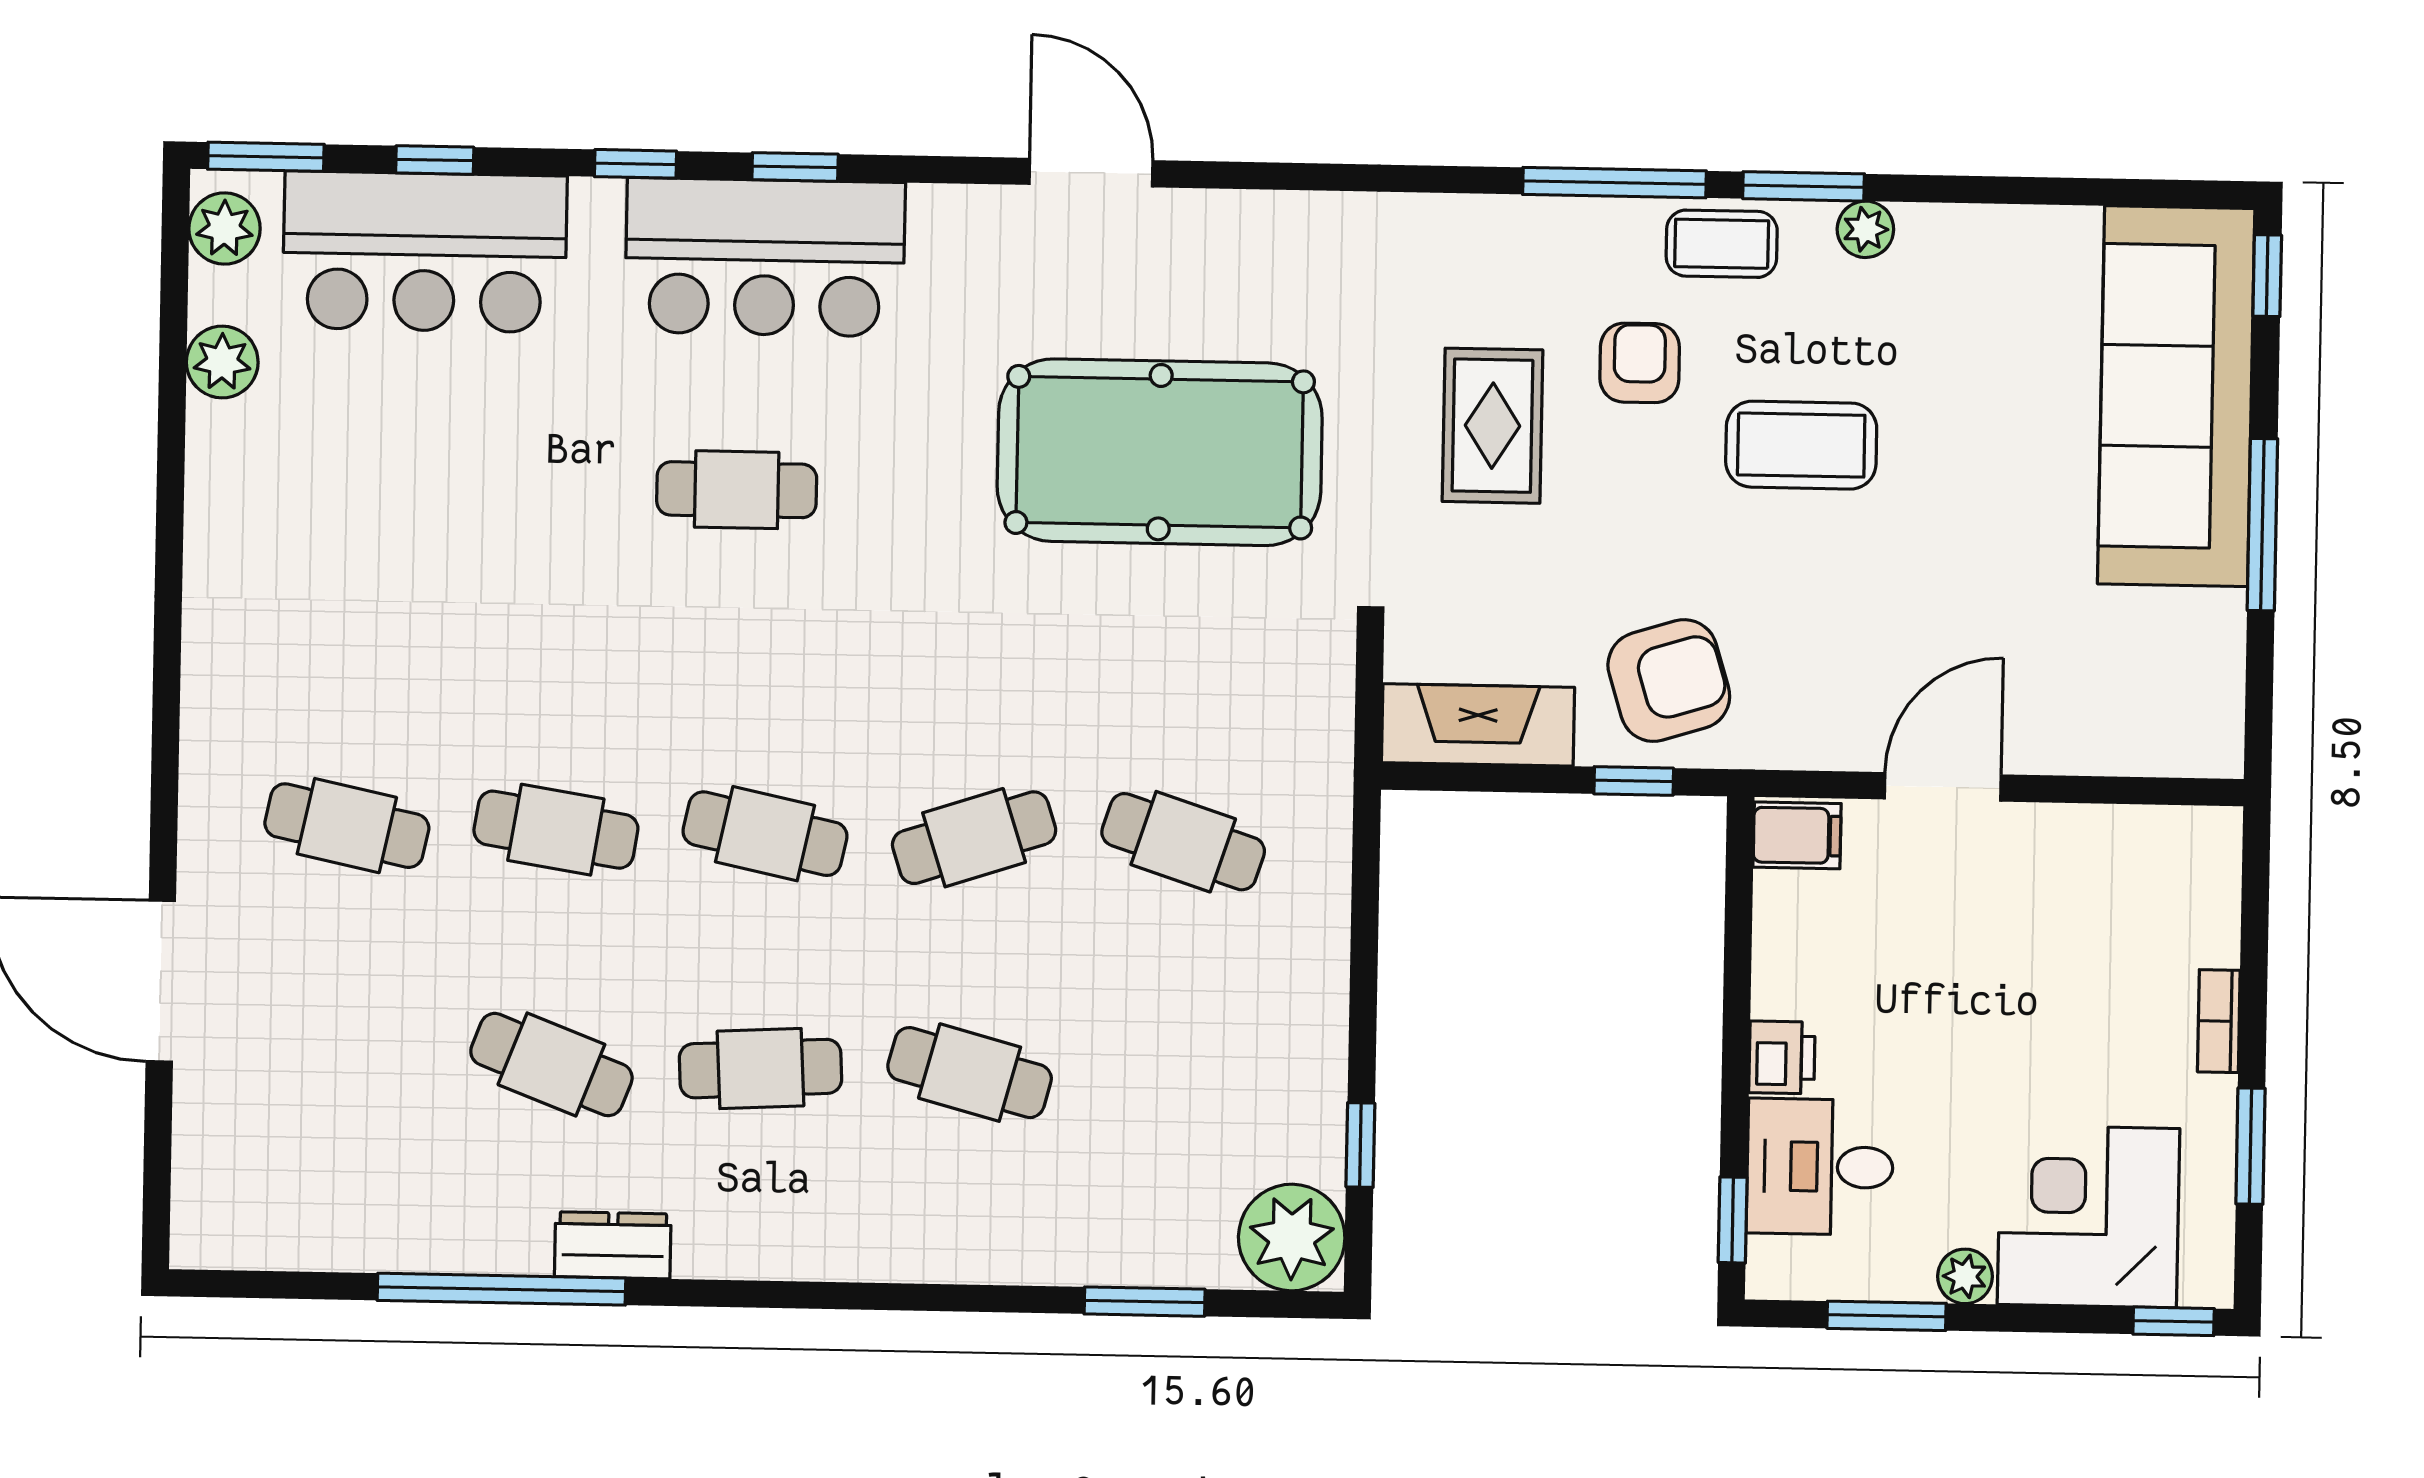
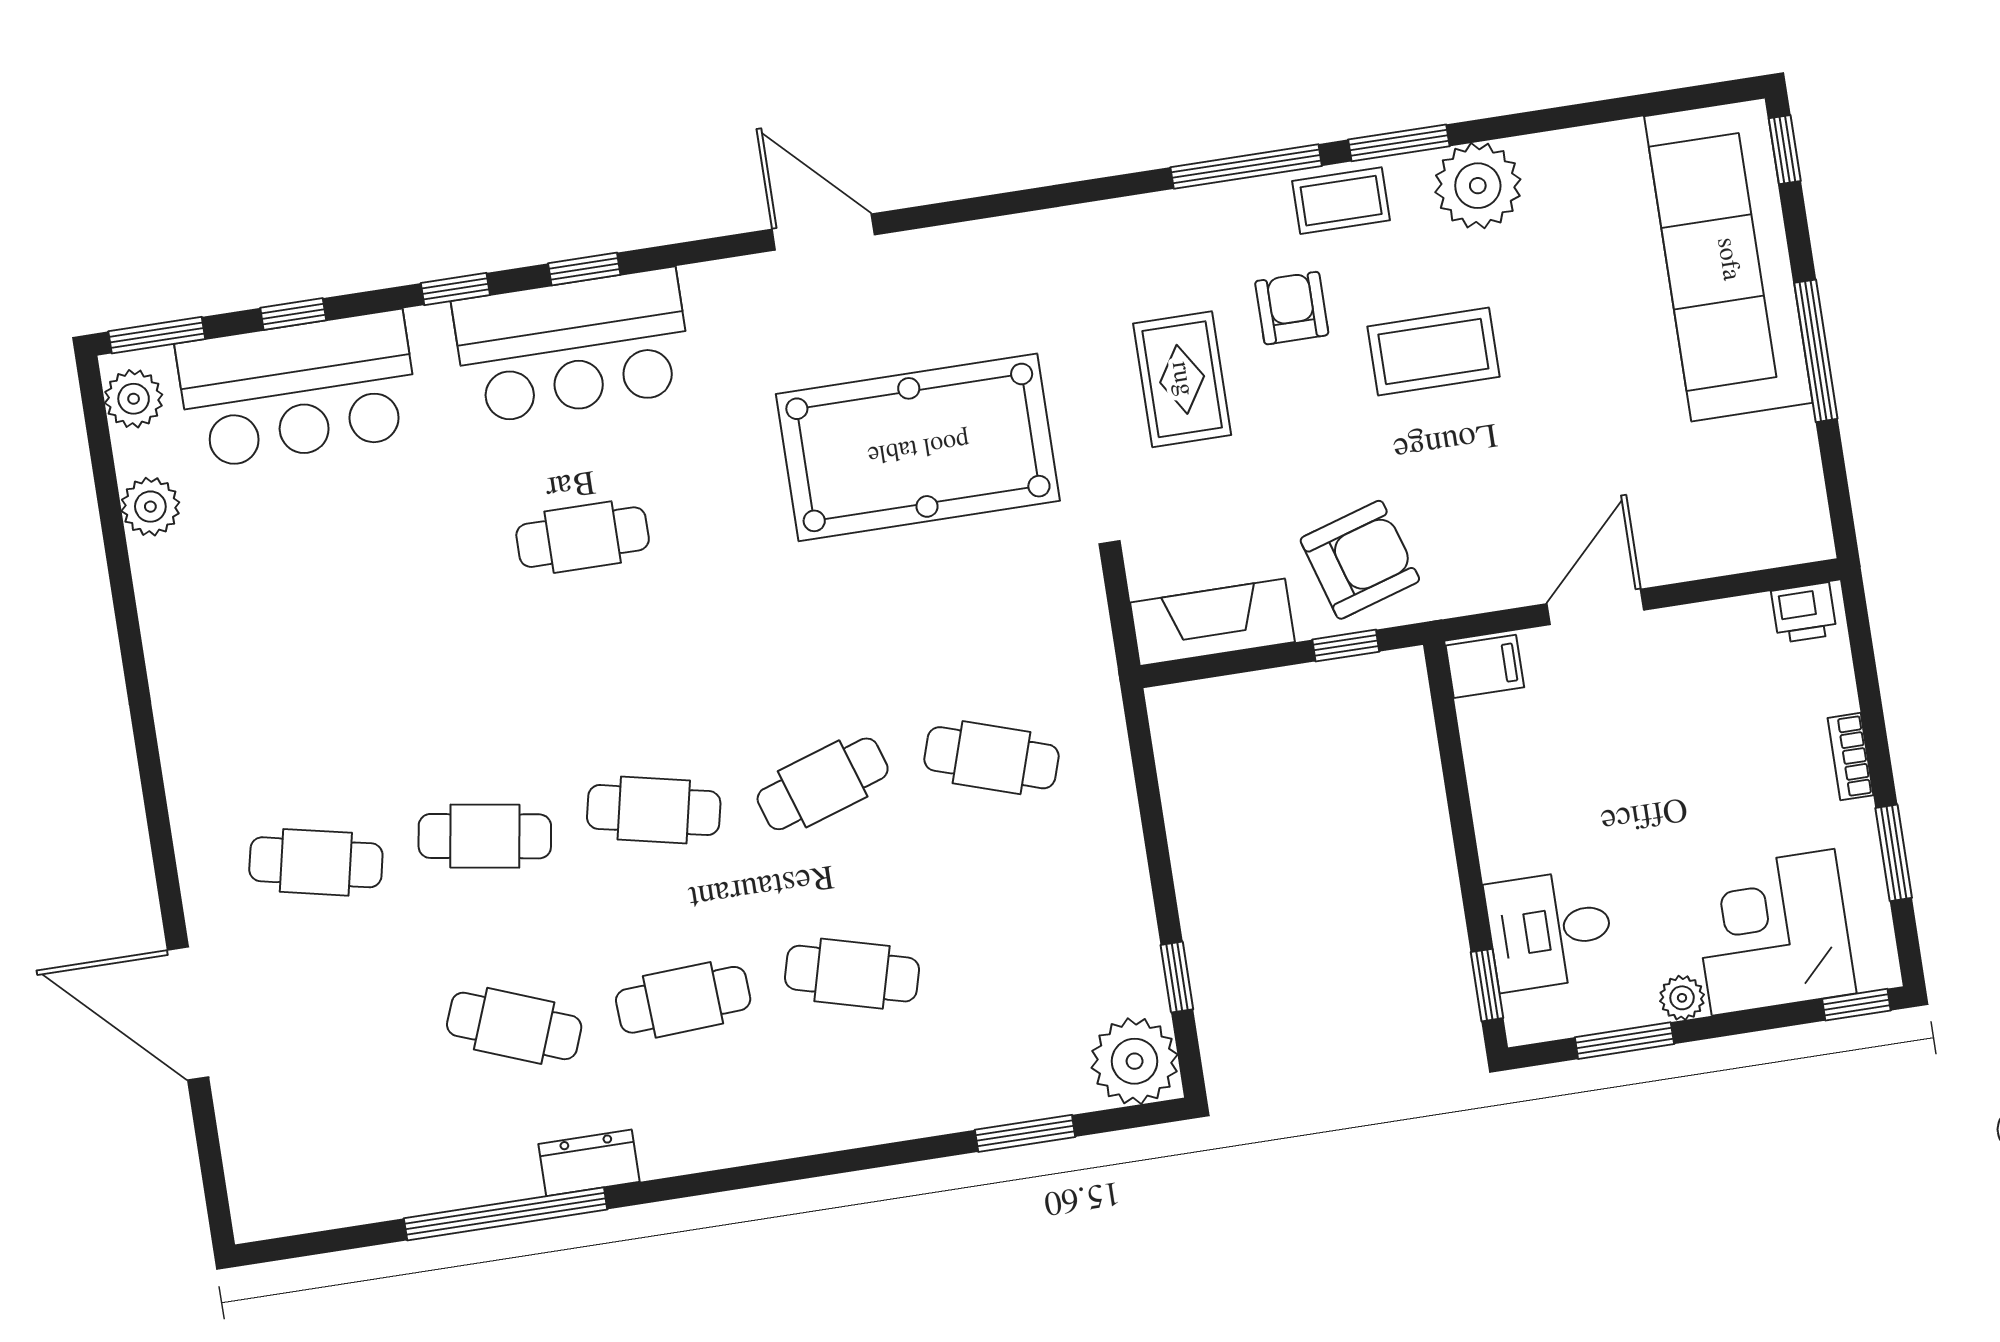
plant: (1865, 229) -> (1478, 186), width x1.87, depth x1.87
printer: (1782, 1057) -> (1804, 613), moved, turned 90

